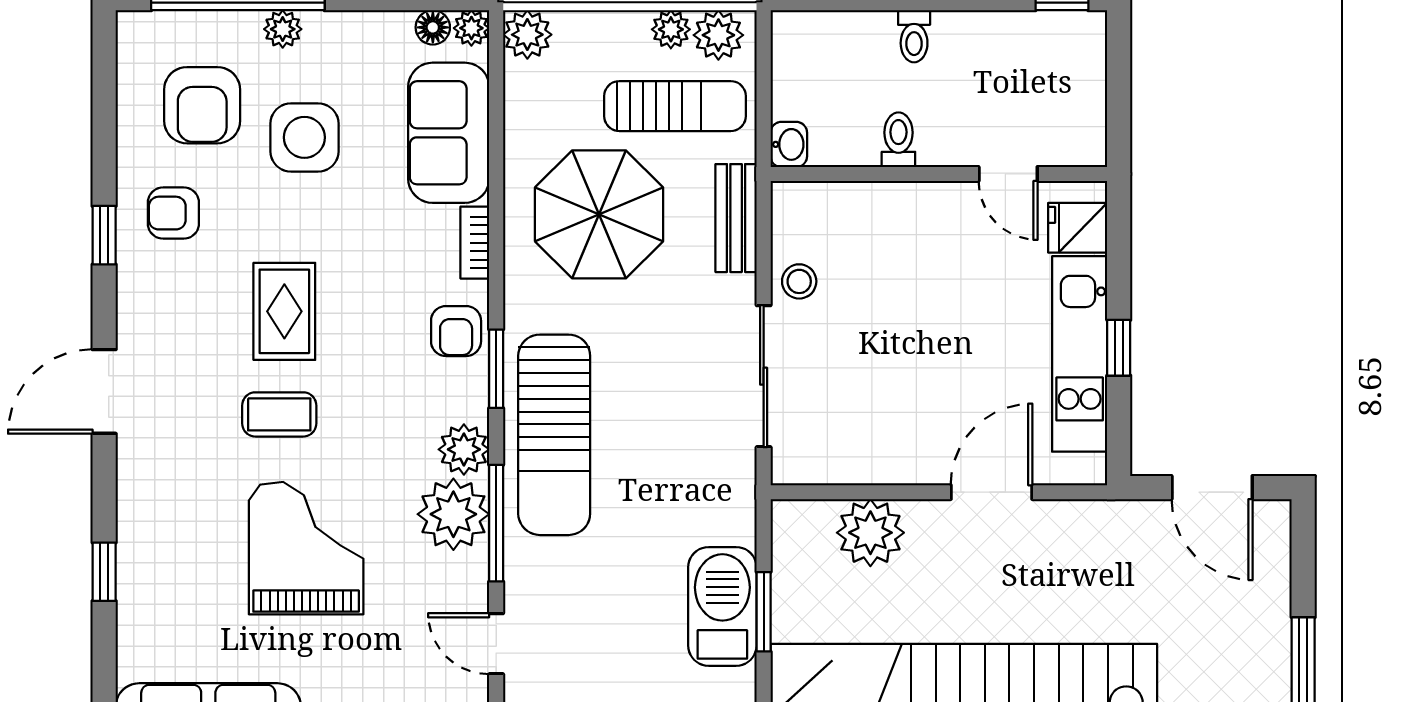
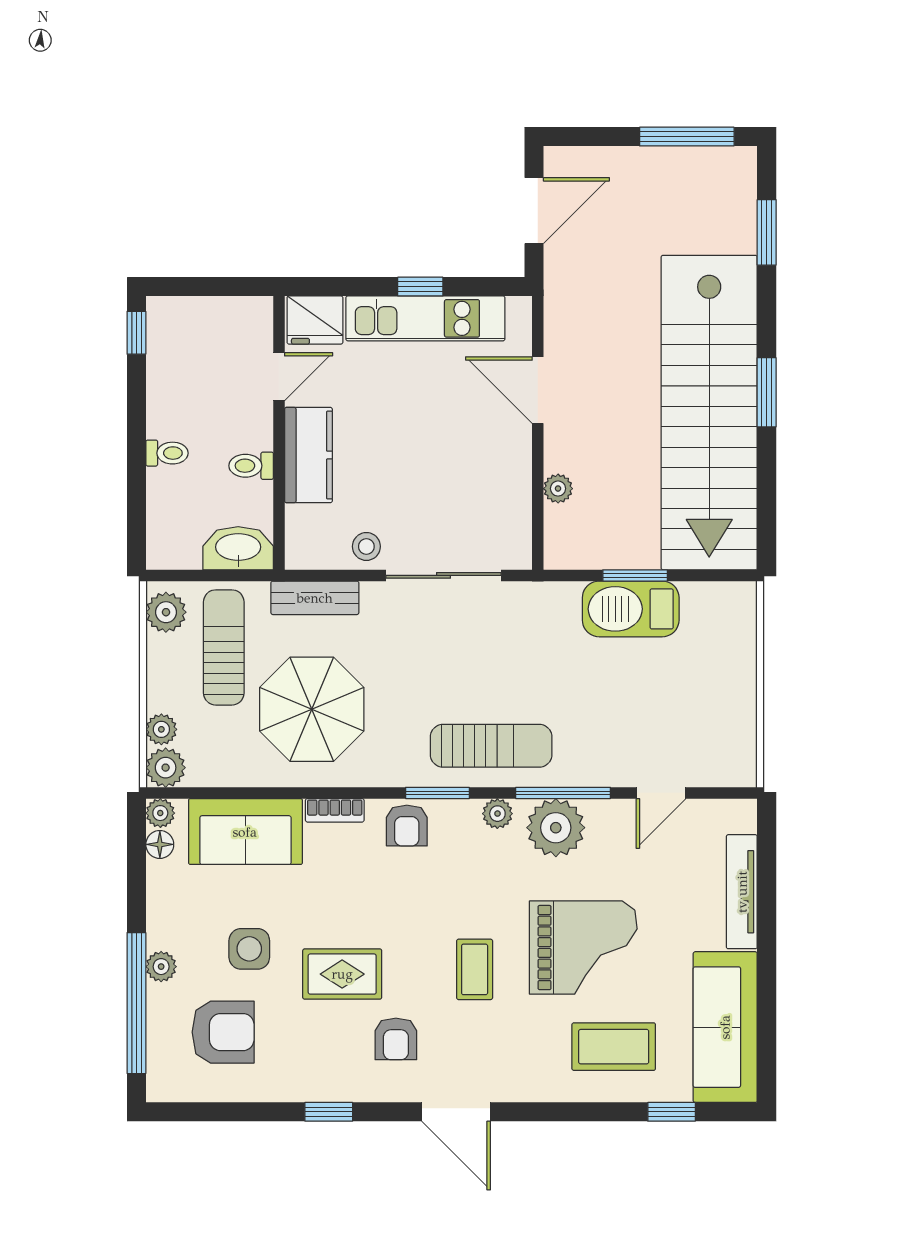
plant: (671, 29) -> (161, 729), moved
side table: (304, 137) -> (249, 949), width x0.73, depth x0.73
washbasin: (789, 144) -> (238, 548), width x1.91, depth x1.45
kitchen counter: (912, 210) -> (308, 455), added
armchair: (173, 213) -> (396, 1039), moved
fridge: (1078, 228) -> (315, 320), width x1.38
rug: (284, 311) -> (342, 974), moved
armchair: (456, 331) -> (407, 826), turned 90
sun lounger: (554, 435) -> (491, 746), width x0.73, depth x0.75
plant: (464, 449) -> (497, 814), width x0.73, depth x0.73
plant: (870, 533) -> (558, 489), width x0.53, depth x0.53
grand piano: (306, 548) -> (583, 948), turned 180
window: (104, 572) -> (672, 1112), moved
coffee table: (184, 585) -> (614, 1047), added

